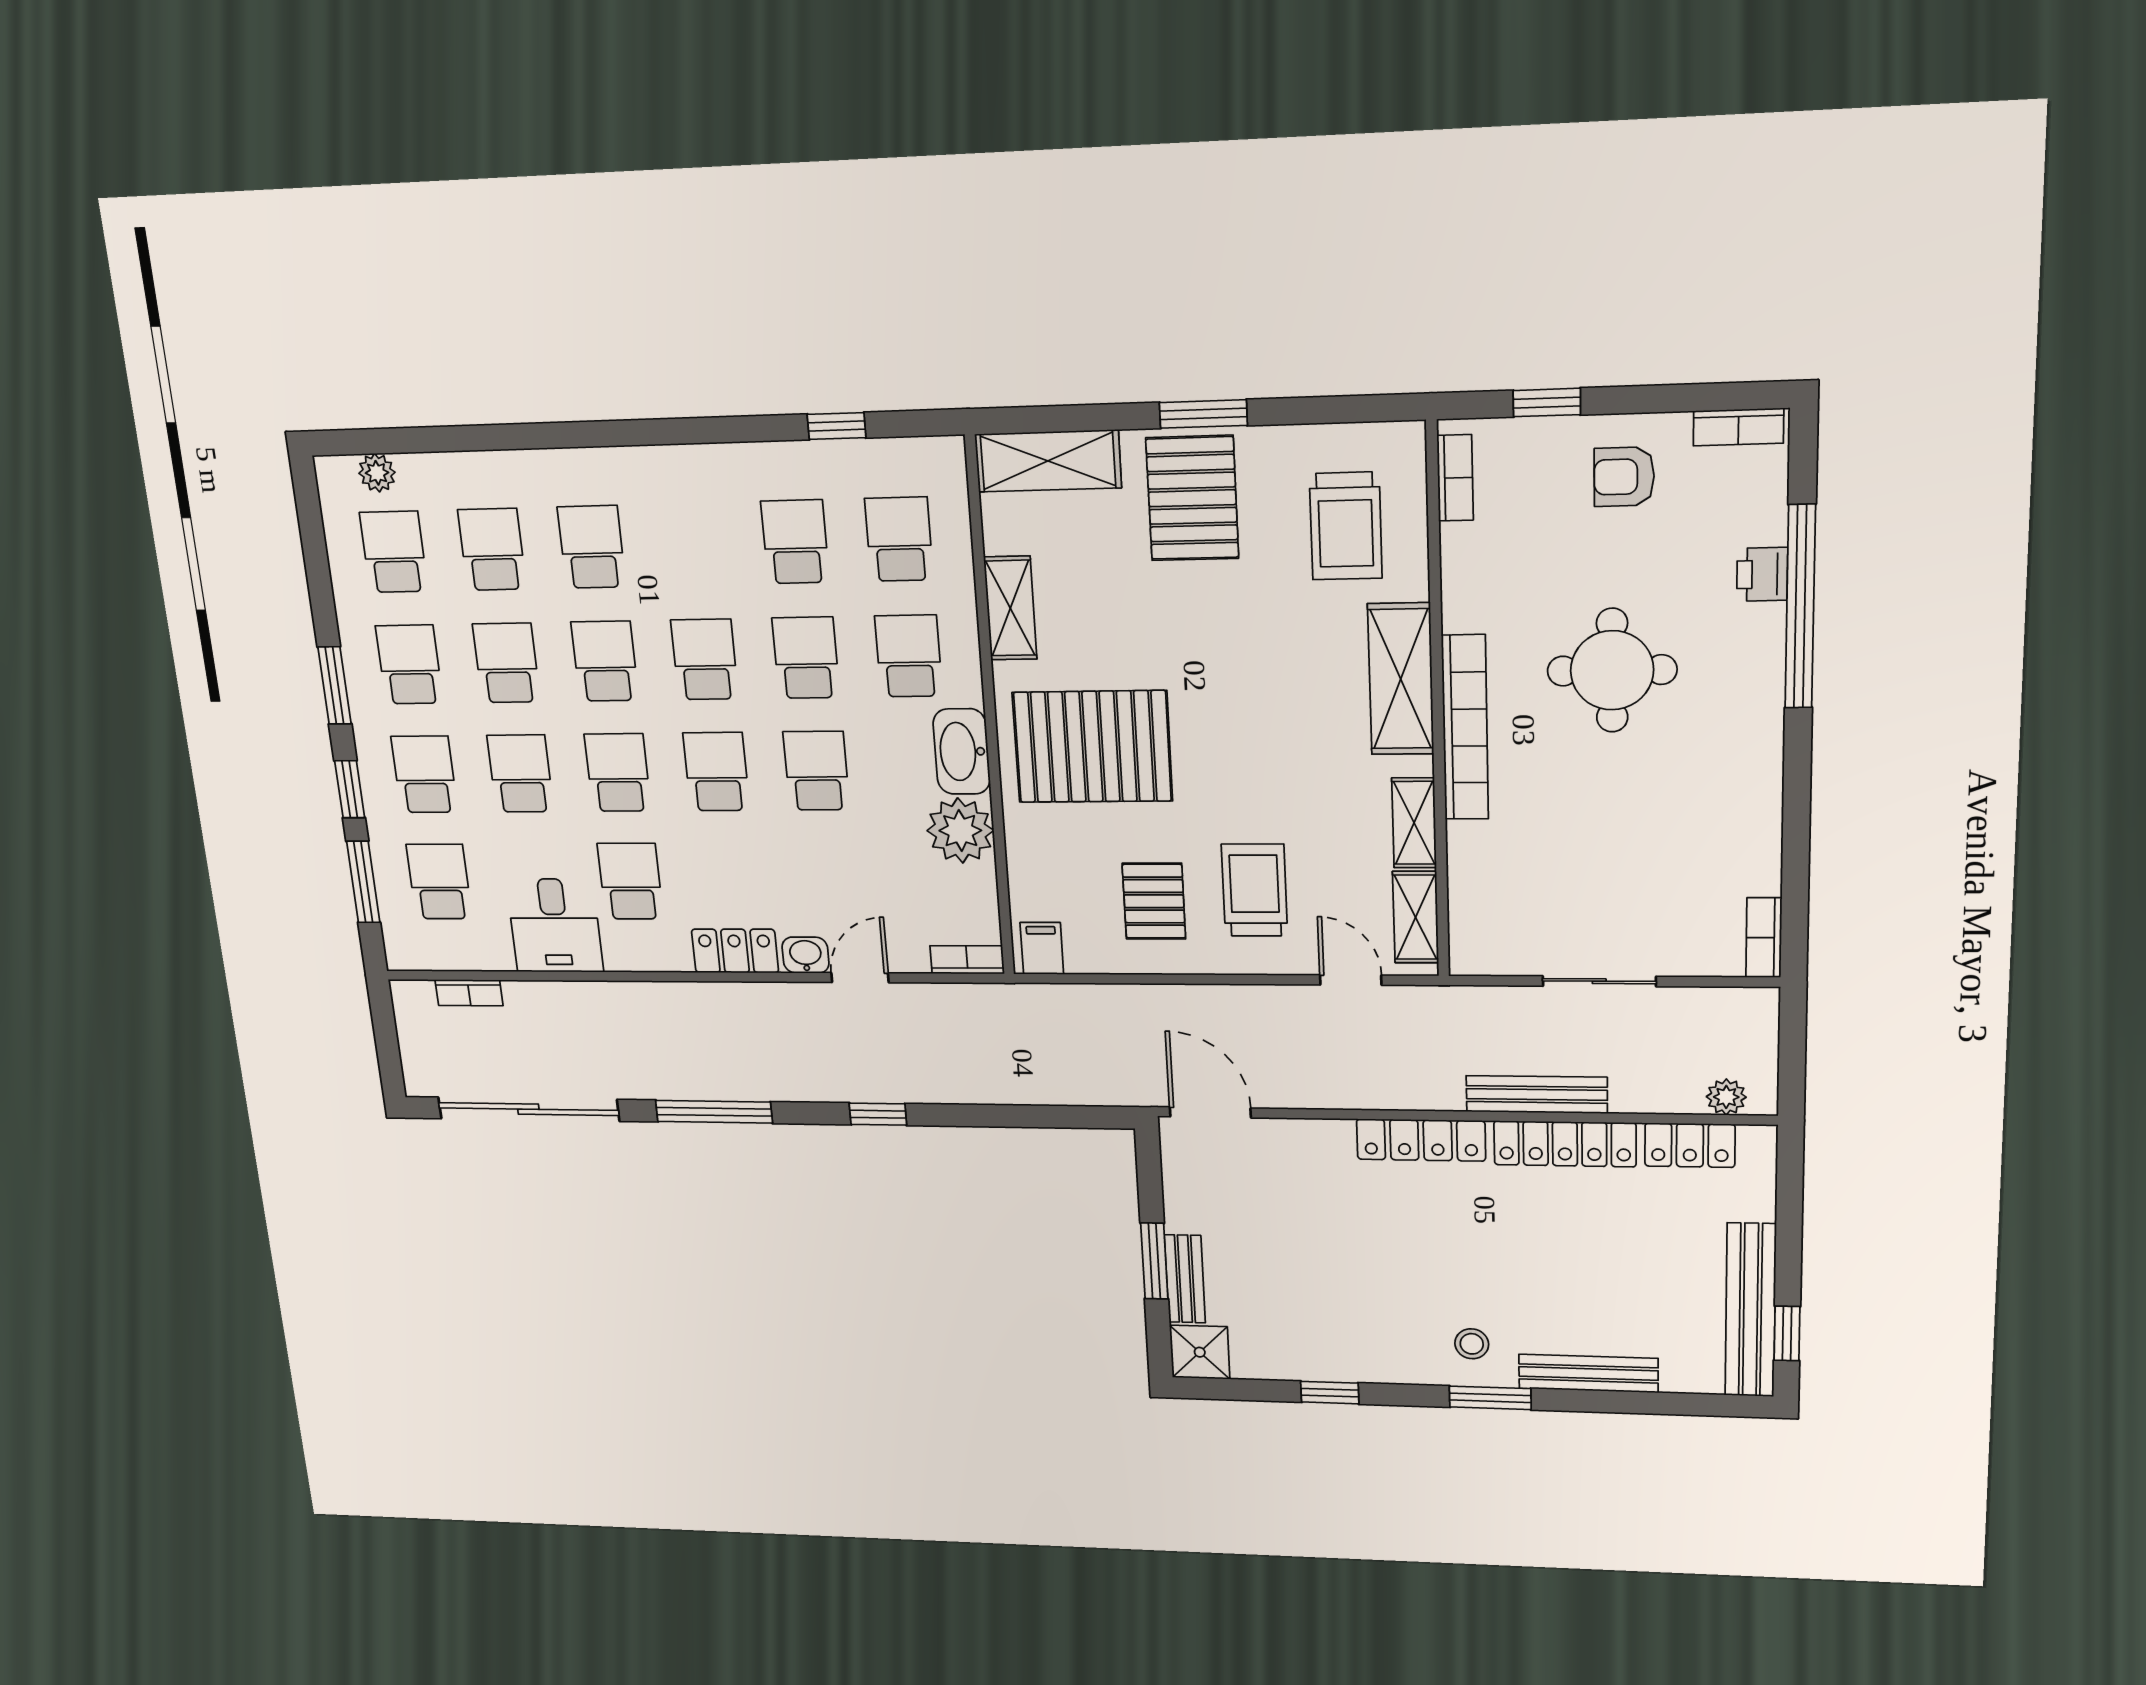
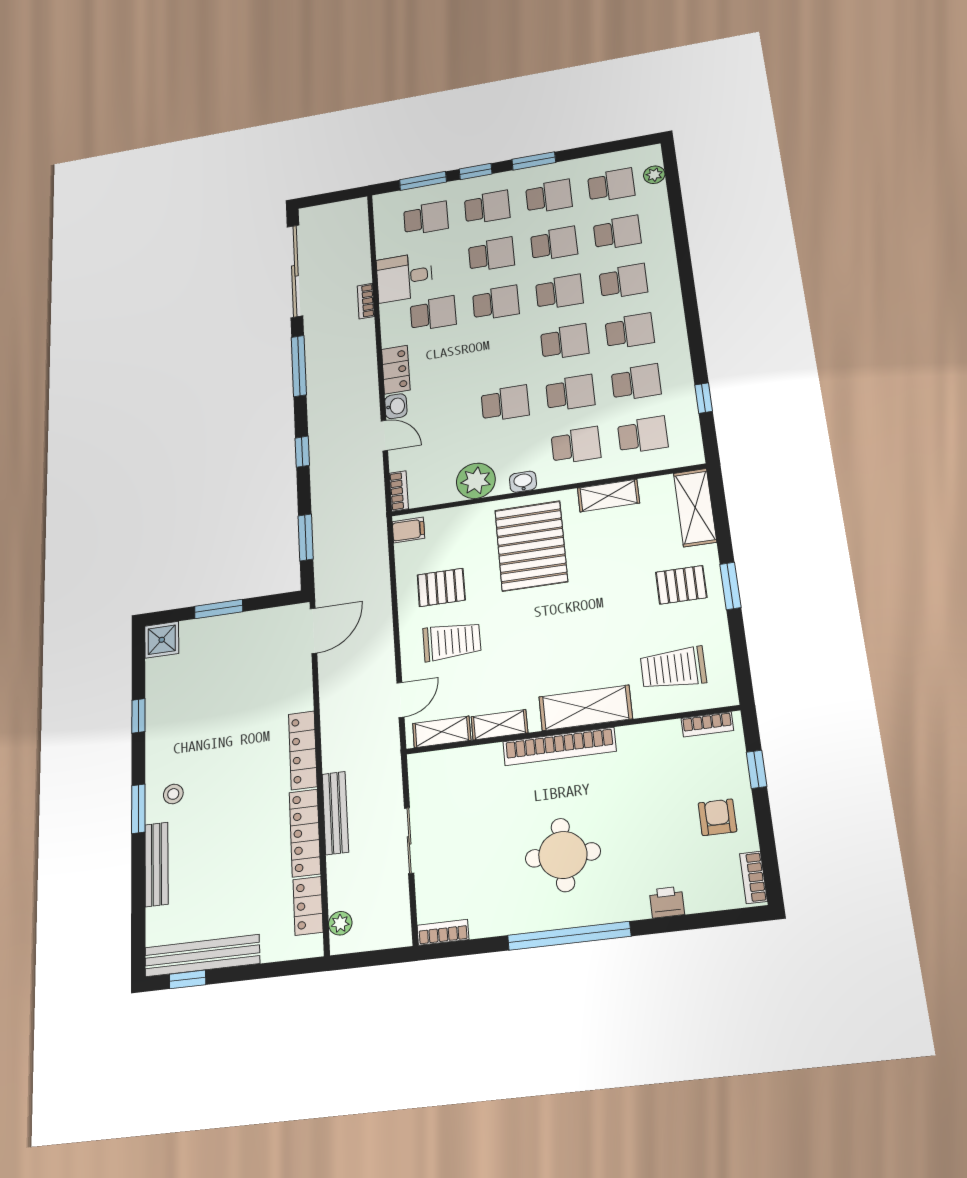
pallet: (1192, 498) -> (681, 585), width x0.67, depth x0.71
window: (1800, 607) -> (569, 936), moved
round table: (1612, 670) -> (563, 855), moved
washbasin: (962, 751) -> (523, 482), width x0.52, depth x0.69
school desk: (716, 772) -> (630, 331), moved
bookcase: (469, 993) -> (366, 301), moved
window: (1038, 1116) -> (306, 537), added
bench: (1185, 1279) -> (208, 627), removed

